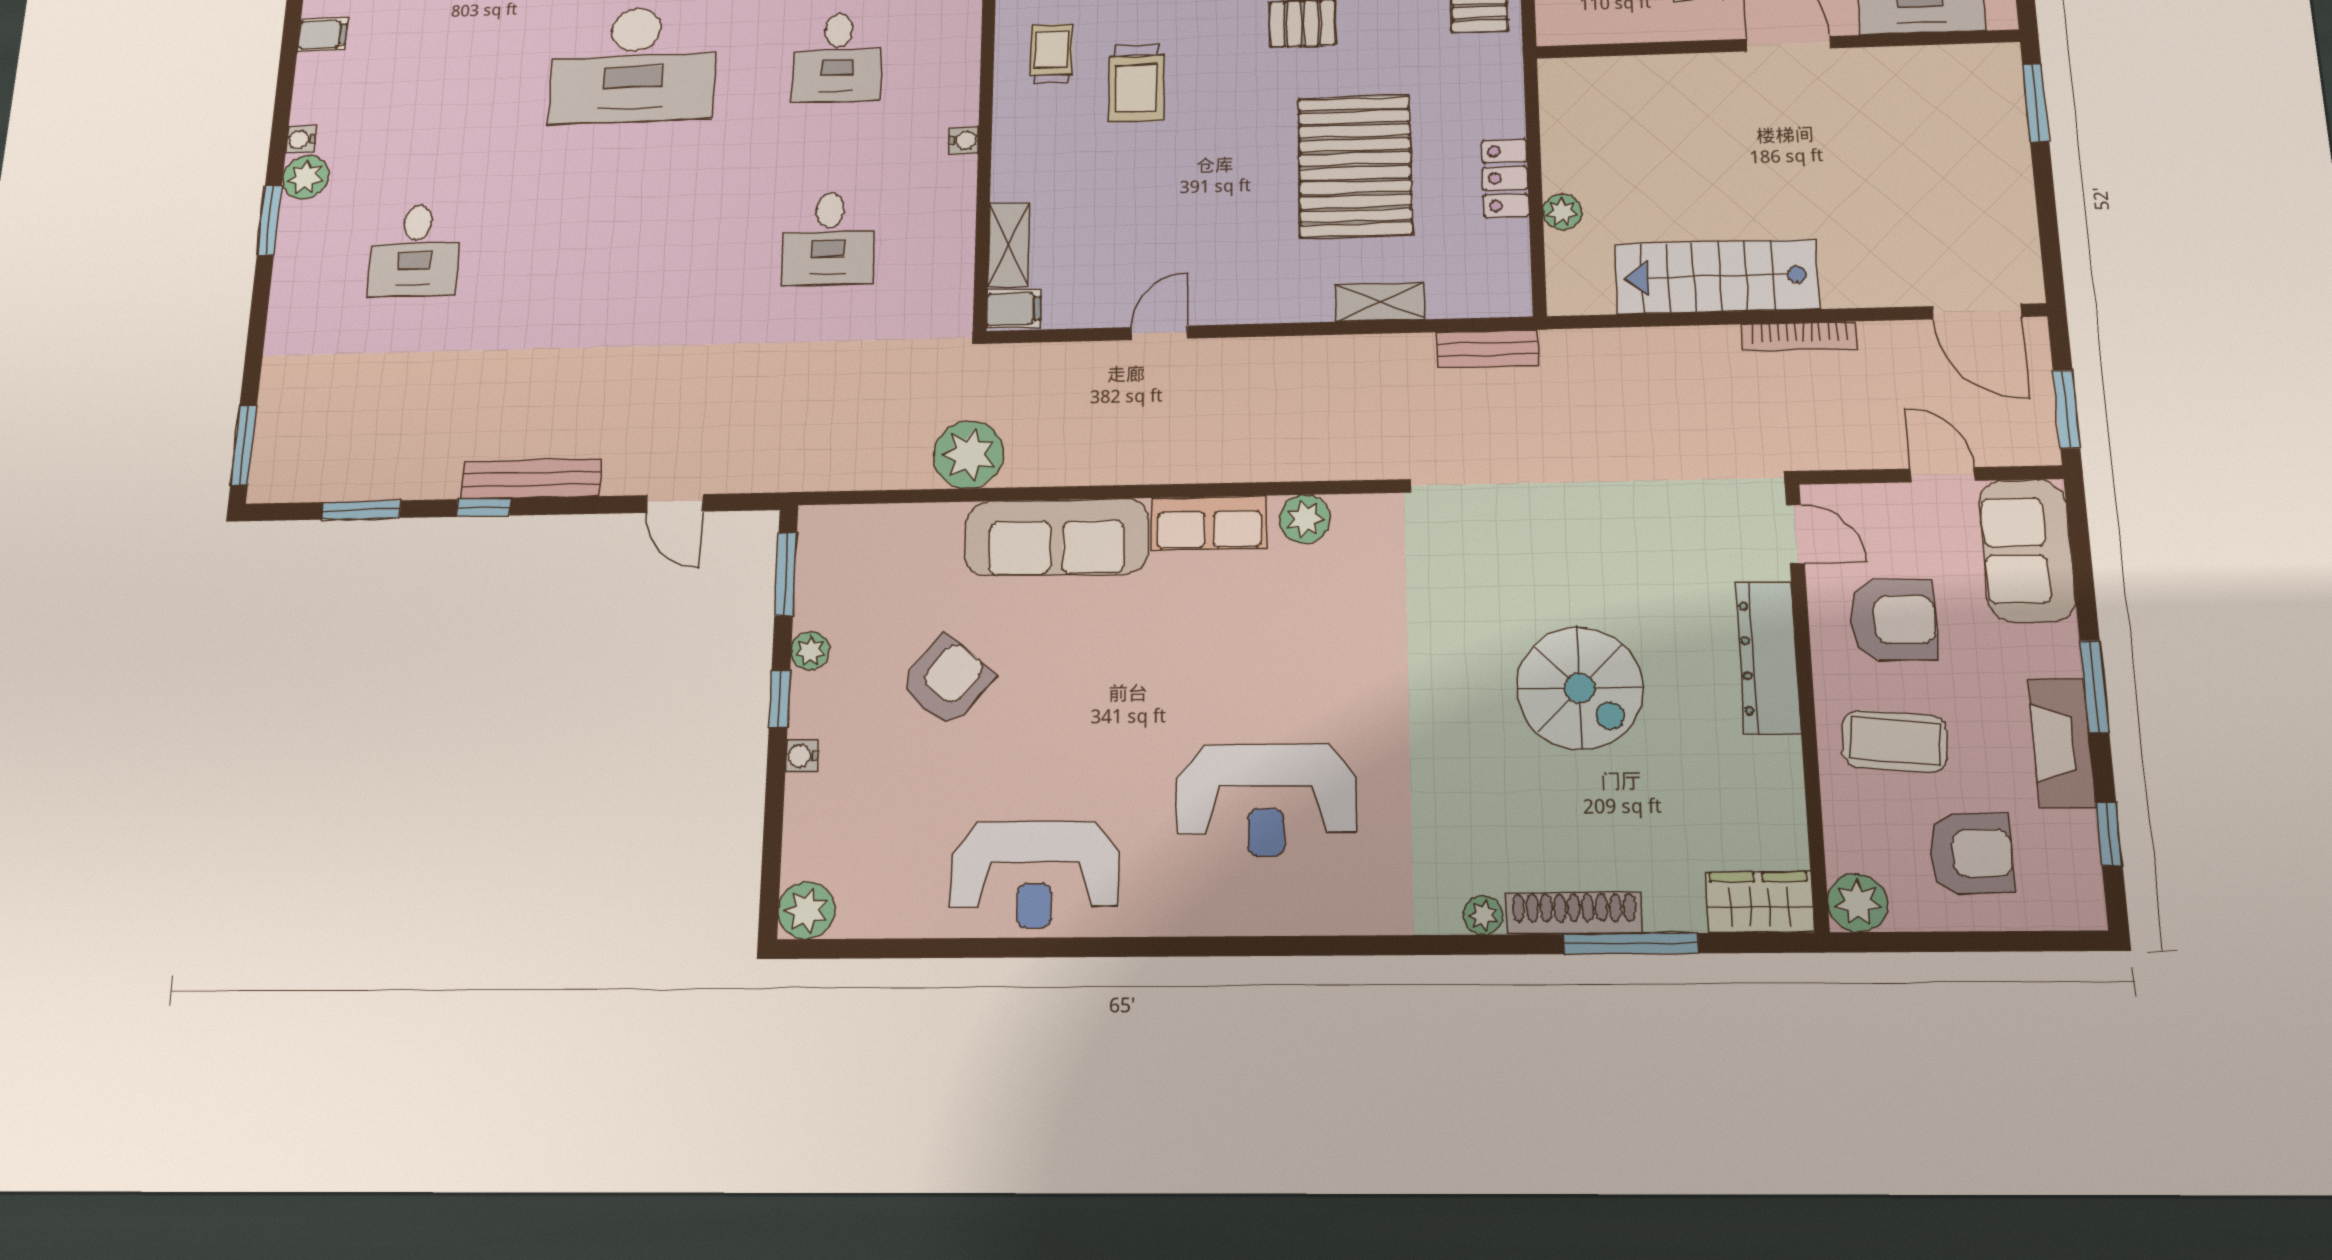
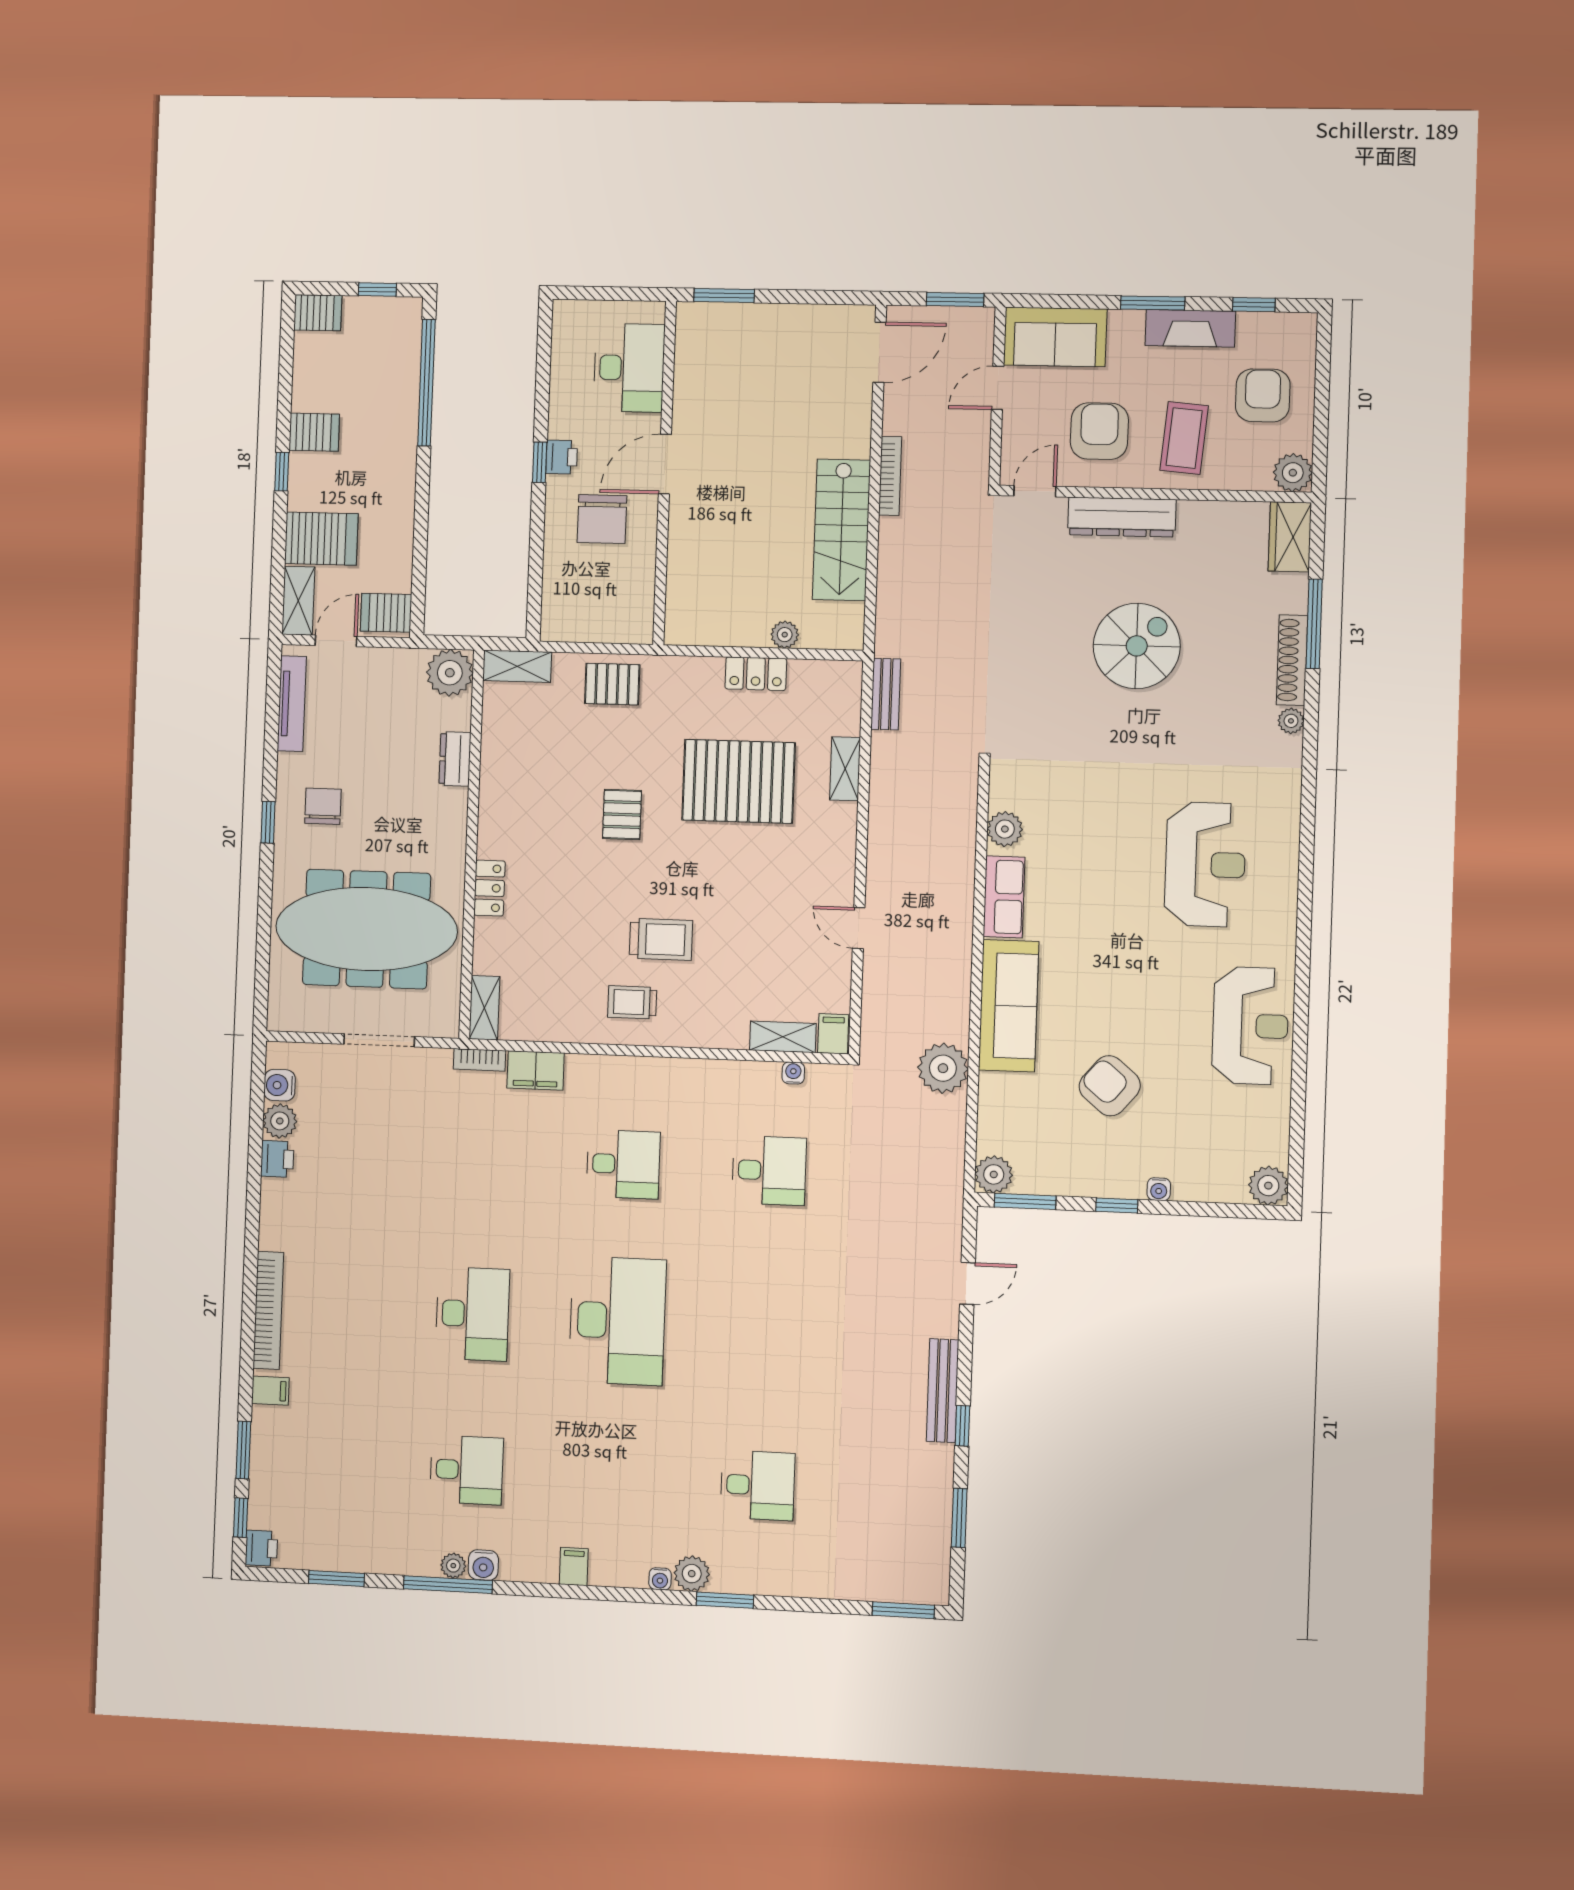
water cooler: (964, 140) -> (793, 1073), moved
plant: (810, 651) -> (994, 1174), moved, width x1.38, depth x1.38

